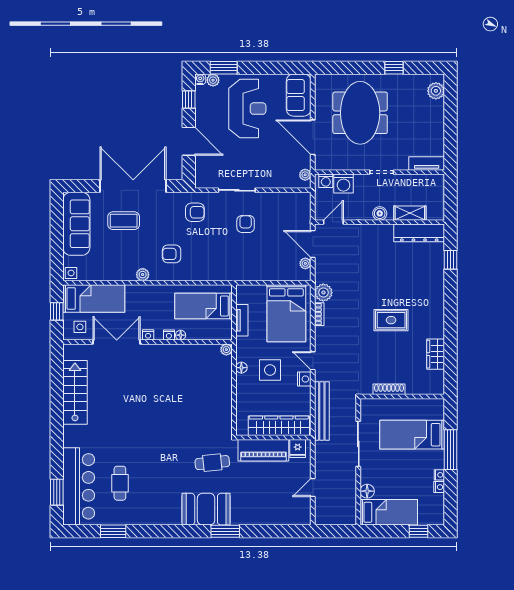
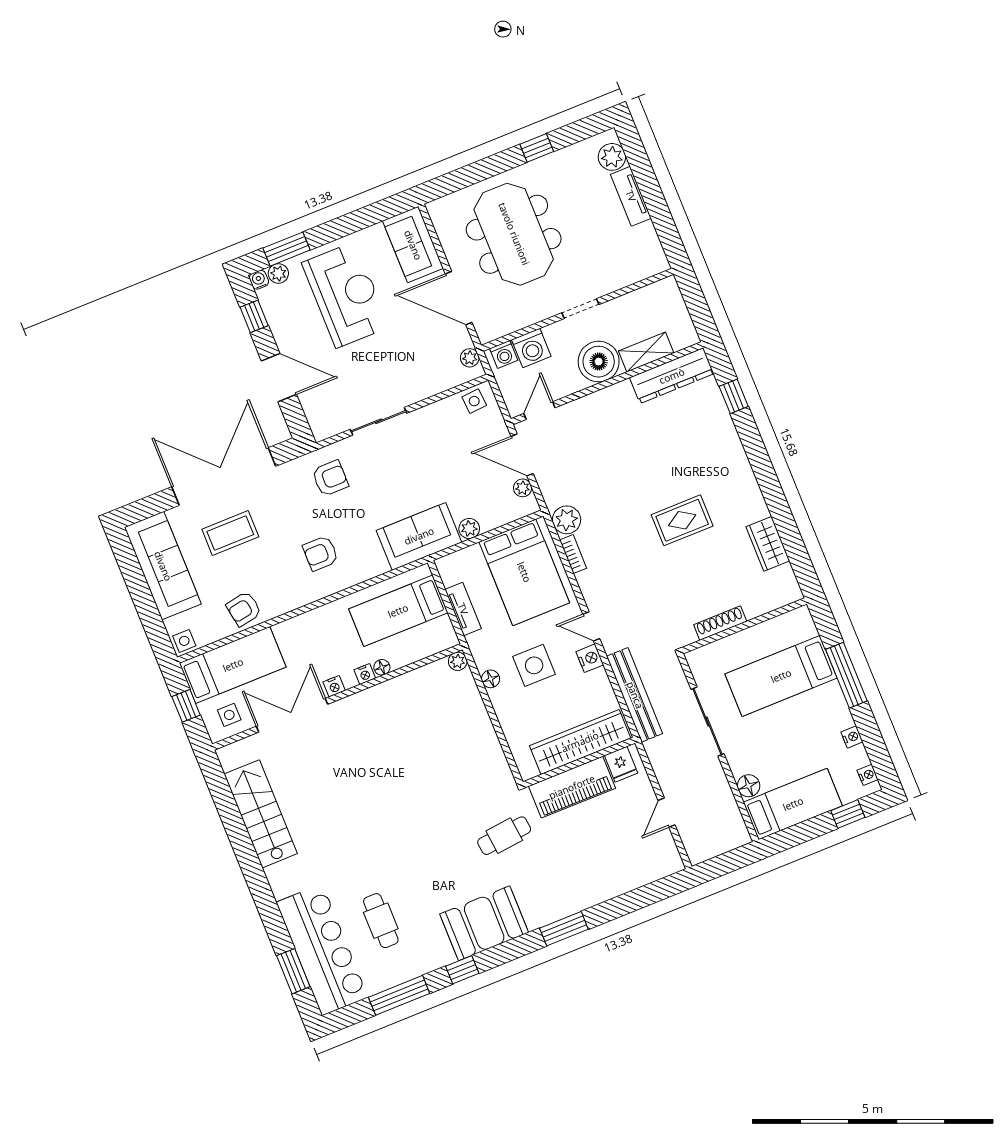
tv unit: (427, 164) -> (631, 196), moved, turned -90
side table: (298, 201) -> (474, 401), added
boiler: (380, 213) -> (599, 362), width x1.86, depth x1.86
armchair: (246, 224) -> (244, 609), moved, turned -100
sofa: (233, 267) -> (419, 536), added
plant: (143, 275) -> (469, 529), moved
nightstand: (439, 475) -> (868, 775), moved
booth: (206, 509) -> (484, 923), moved
window: (113, 531) -> (399, 995), width x1.44
window: (156, 531) -> (462, 970), added

